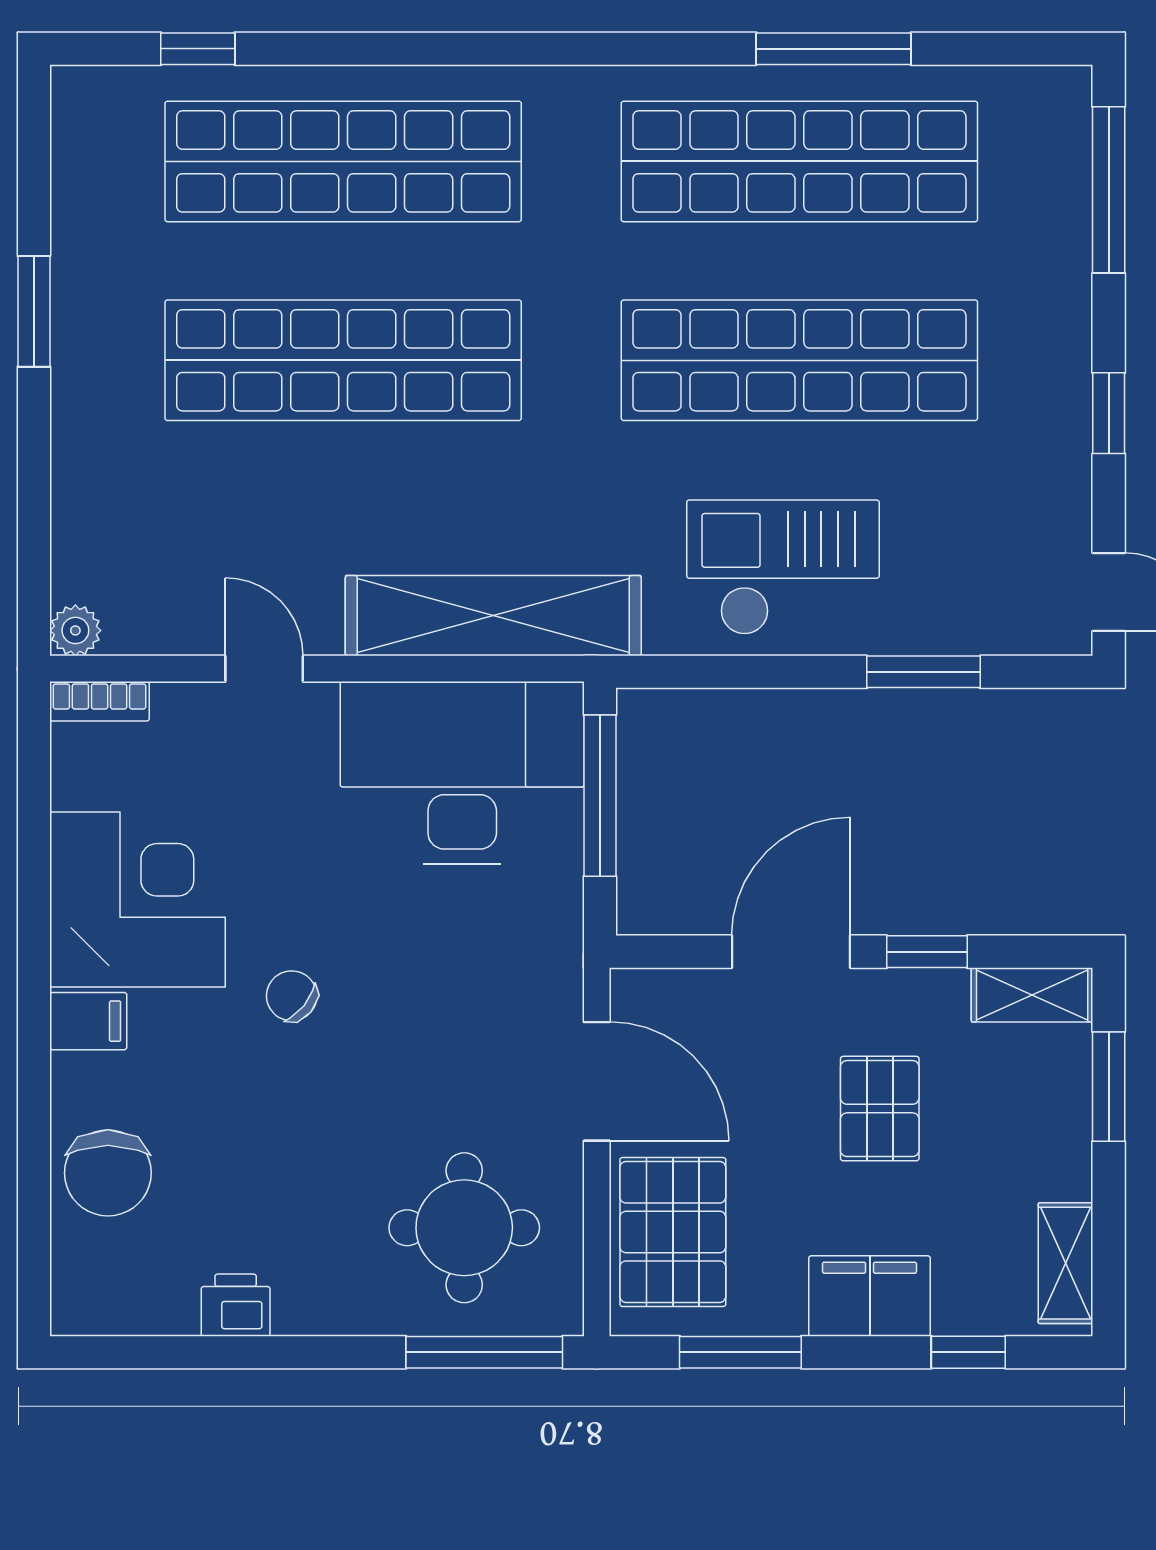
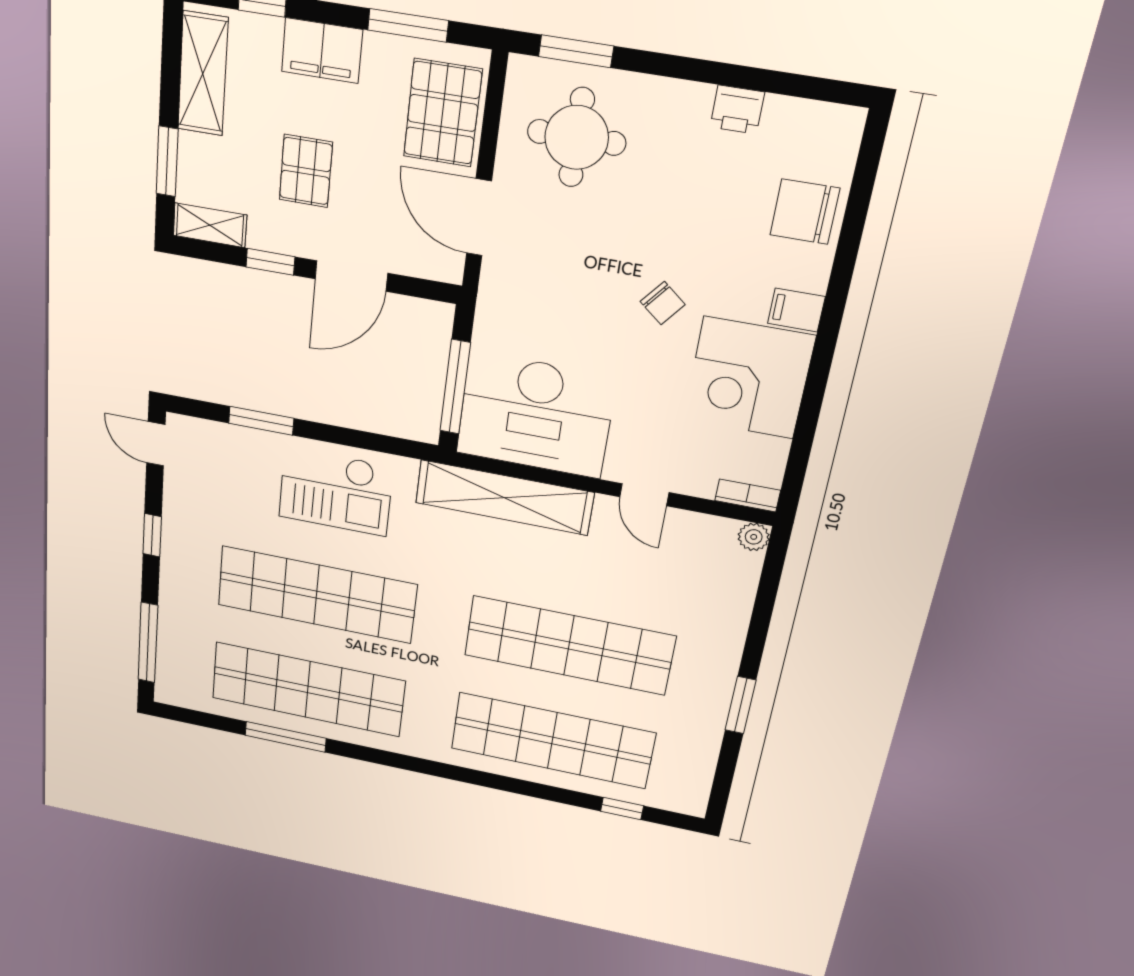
chair: (108, 1173) -> (805, 212), turned -90
shelving: (1065, 1263) -> (203, 74), width x1.50, depth x1.33
window: (484, 1352) -> (576, 51), width x0.69

